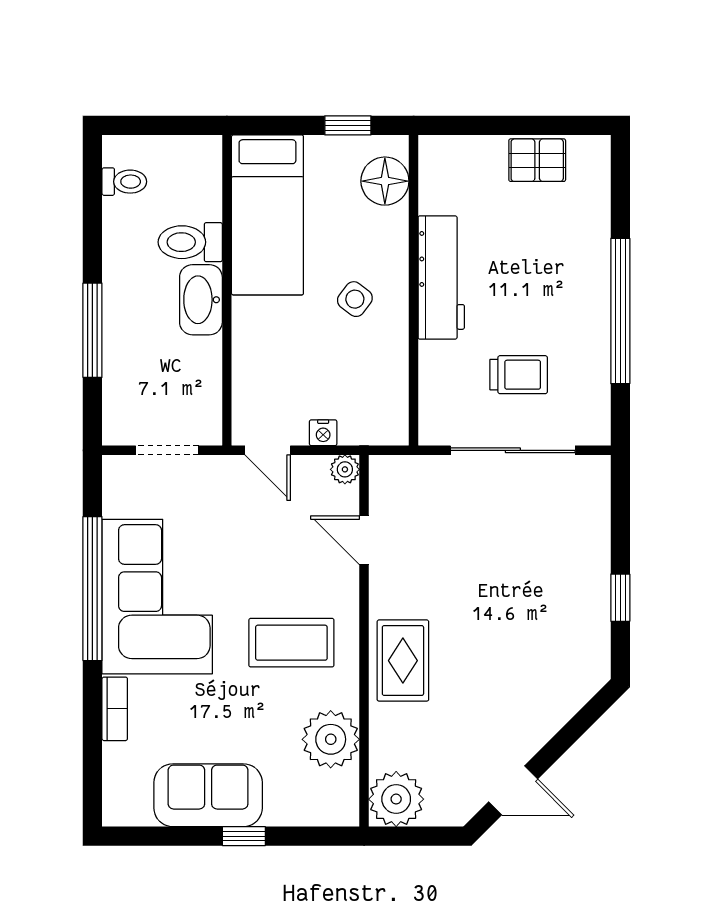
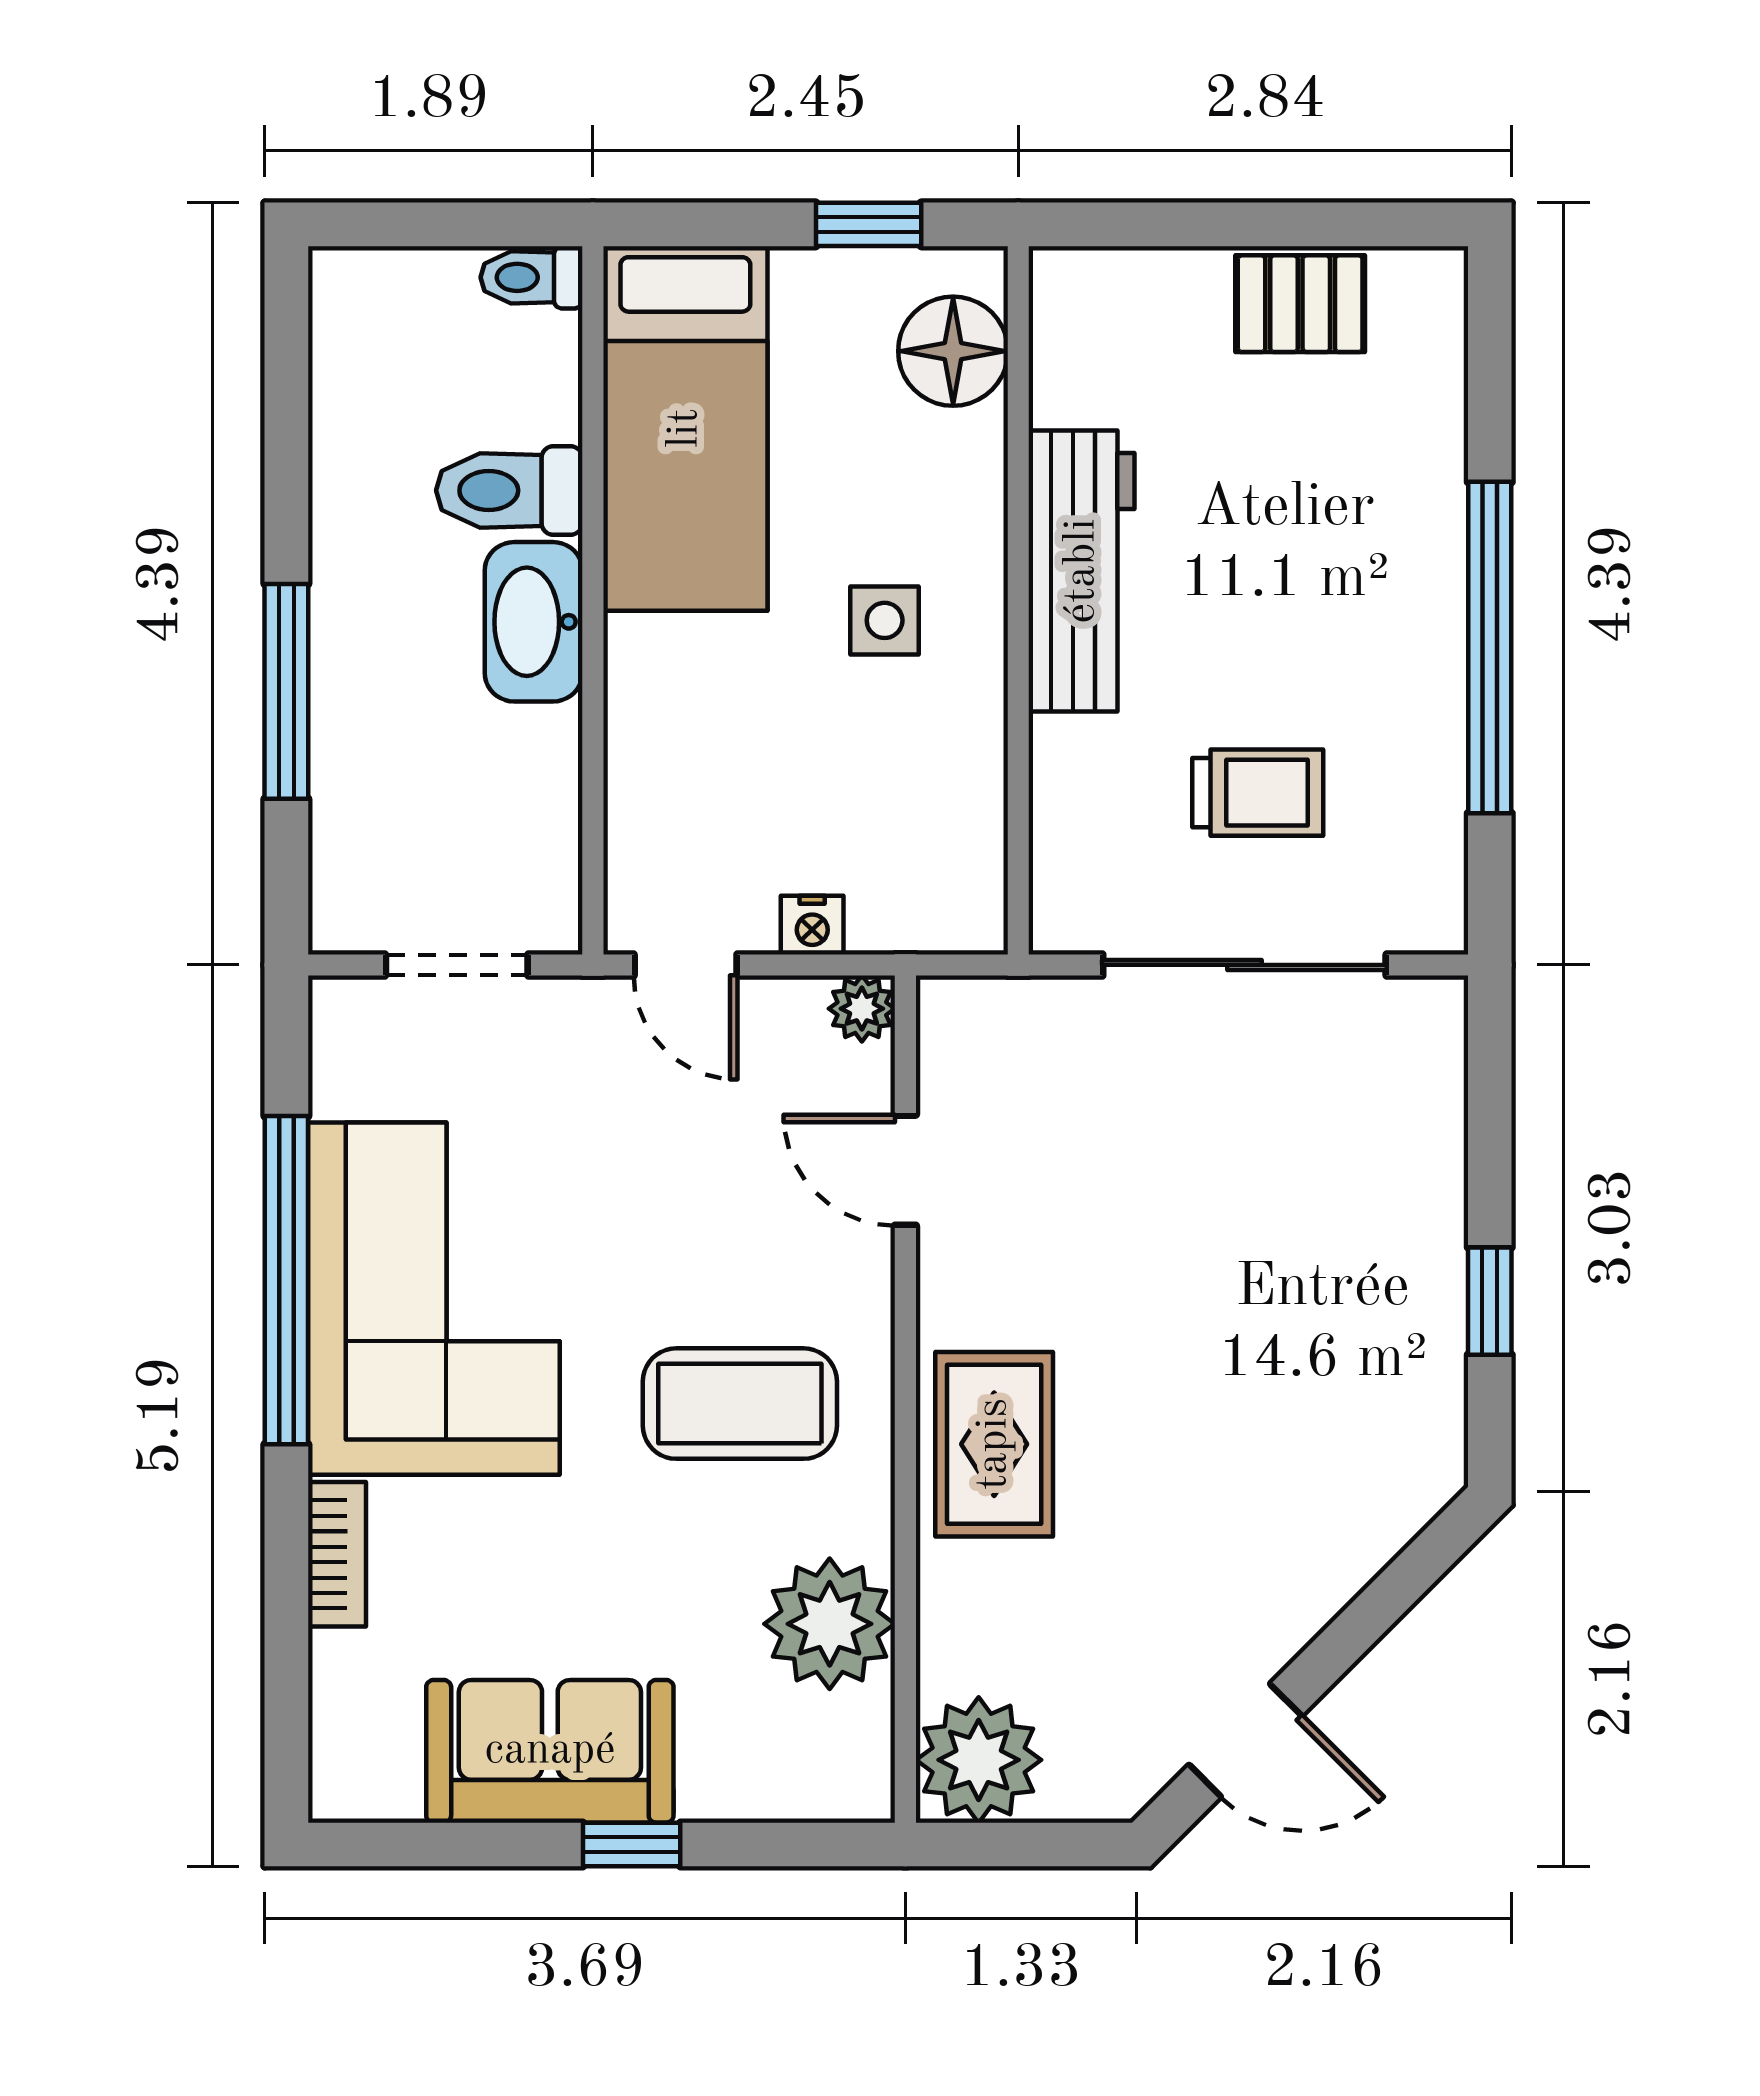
toilet: (124, 182) -> (531, 277), moved, turned 180
side table: (355, 299) -> (885, 620), turned -37

